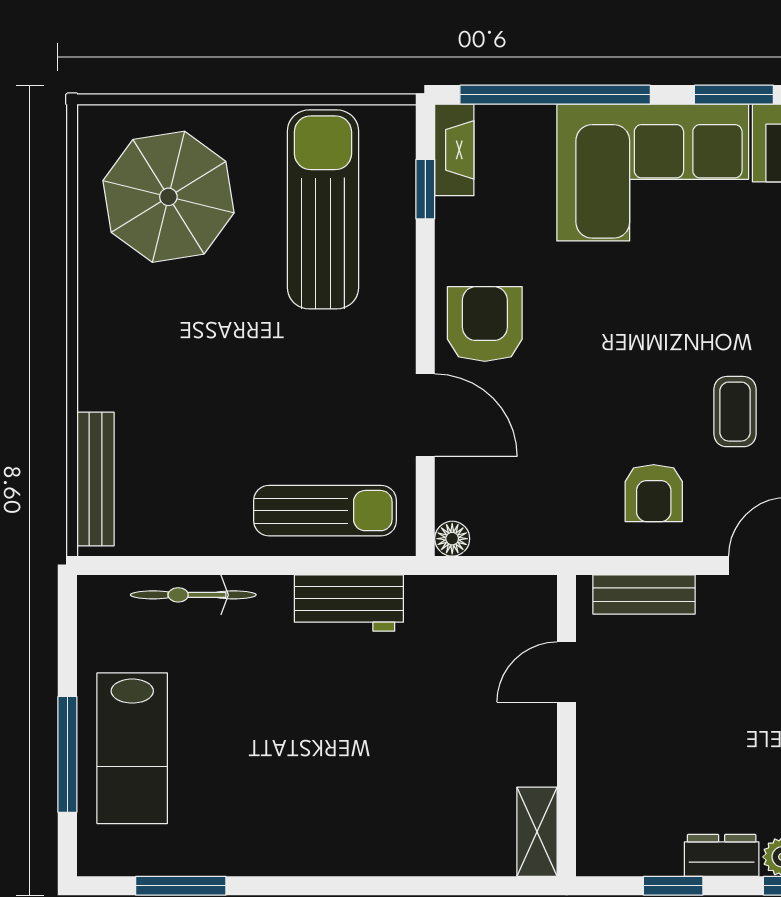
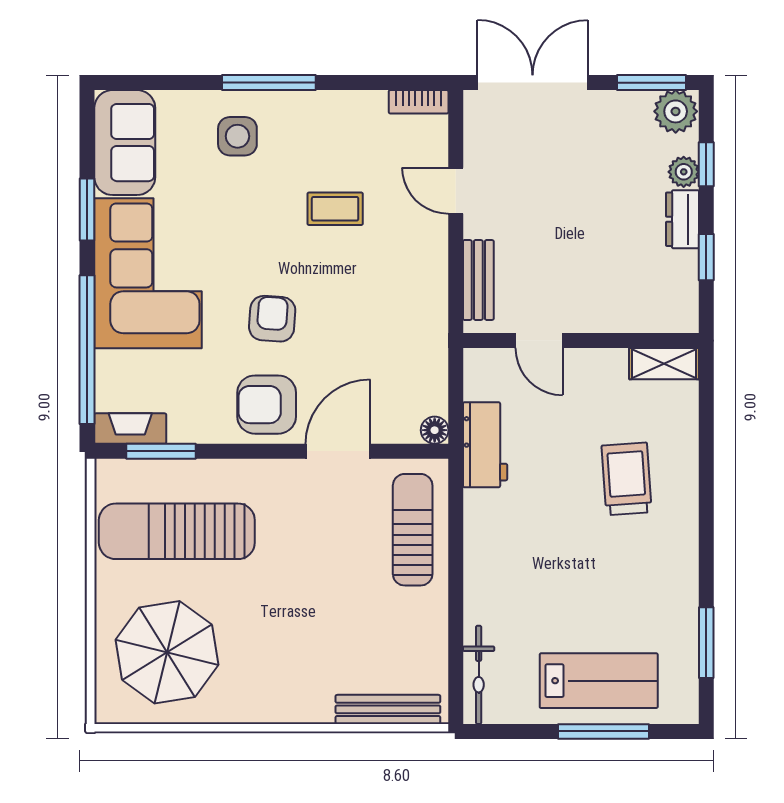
window: (425, 189) -> (161, 451), width x1.50
armchair: (654, 493) -> (272, 319), moved, turned -86
bicycle: (193, 595) -> (479, 675), moved
workbench: (349, 603) -> (485, 445), moved
trolley: (390, 784) -> (627, 479), added

